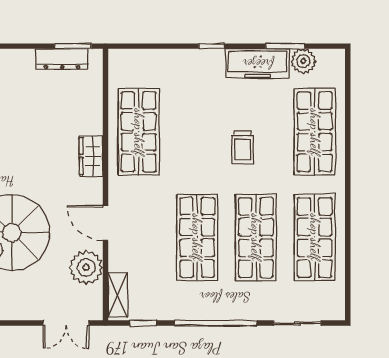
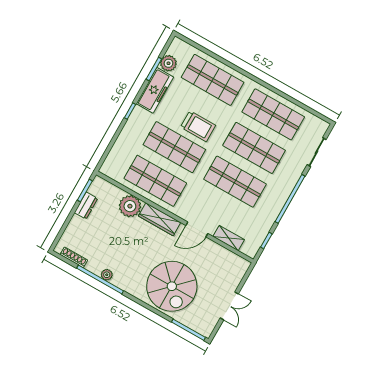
dresser: (62, 59) -> (86, 206), width x0.70
shop shelf: (197, 132) -> (174, 147), added
trolley: (243, 147) -> (198, 126), width x1.36, depth x1.39
wardrobe: (91, 156) -> (160, 219), width x1.50
plant: (86, 267) -> (130, 206), moved
shelving: (118, 295) -> (229, 238), moved
double door: (66, 323) -> (229, 306), moved

